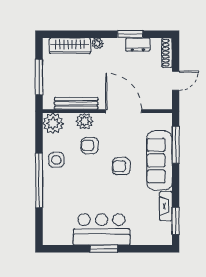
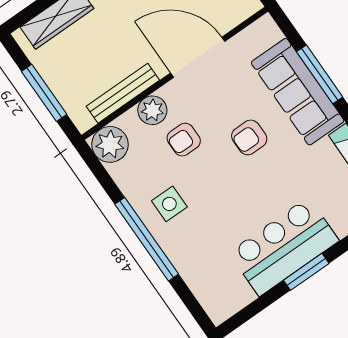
window: (176, 145) -> (320, 74), moved
side table: (56, 160) -> (169, 204), moved

